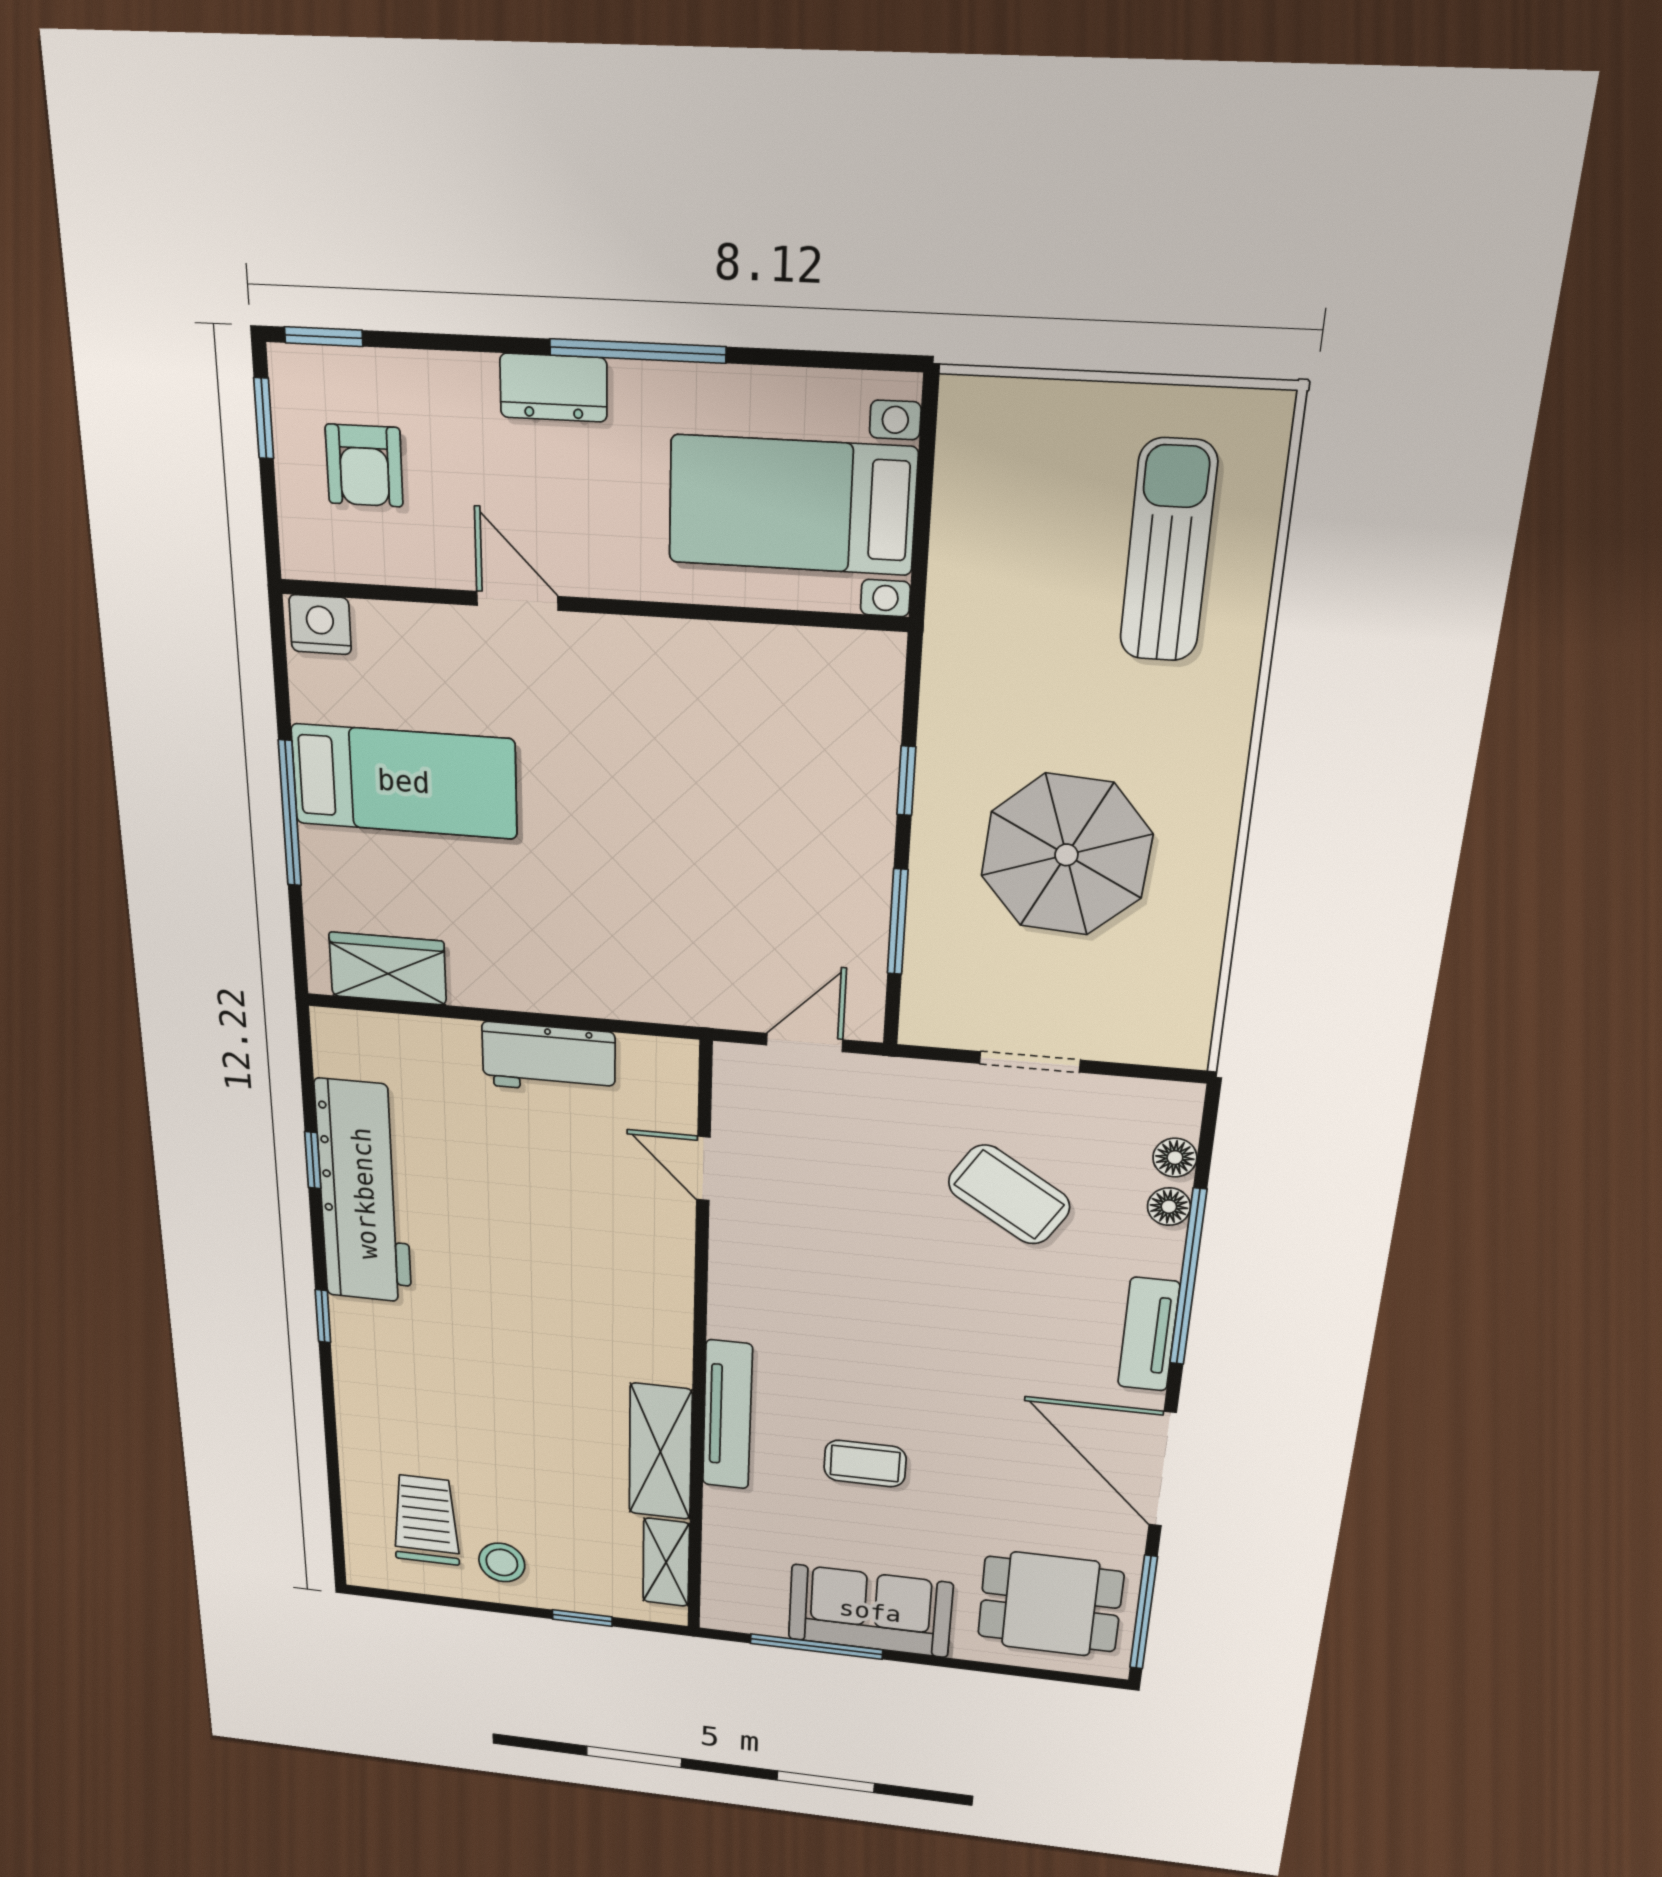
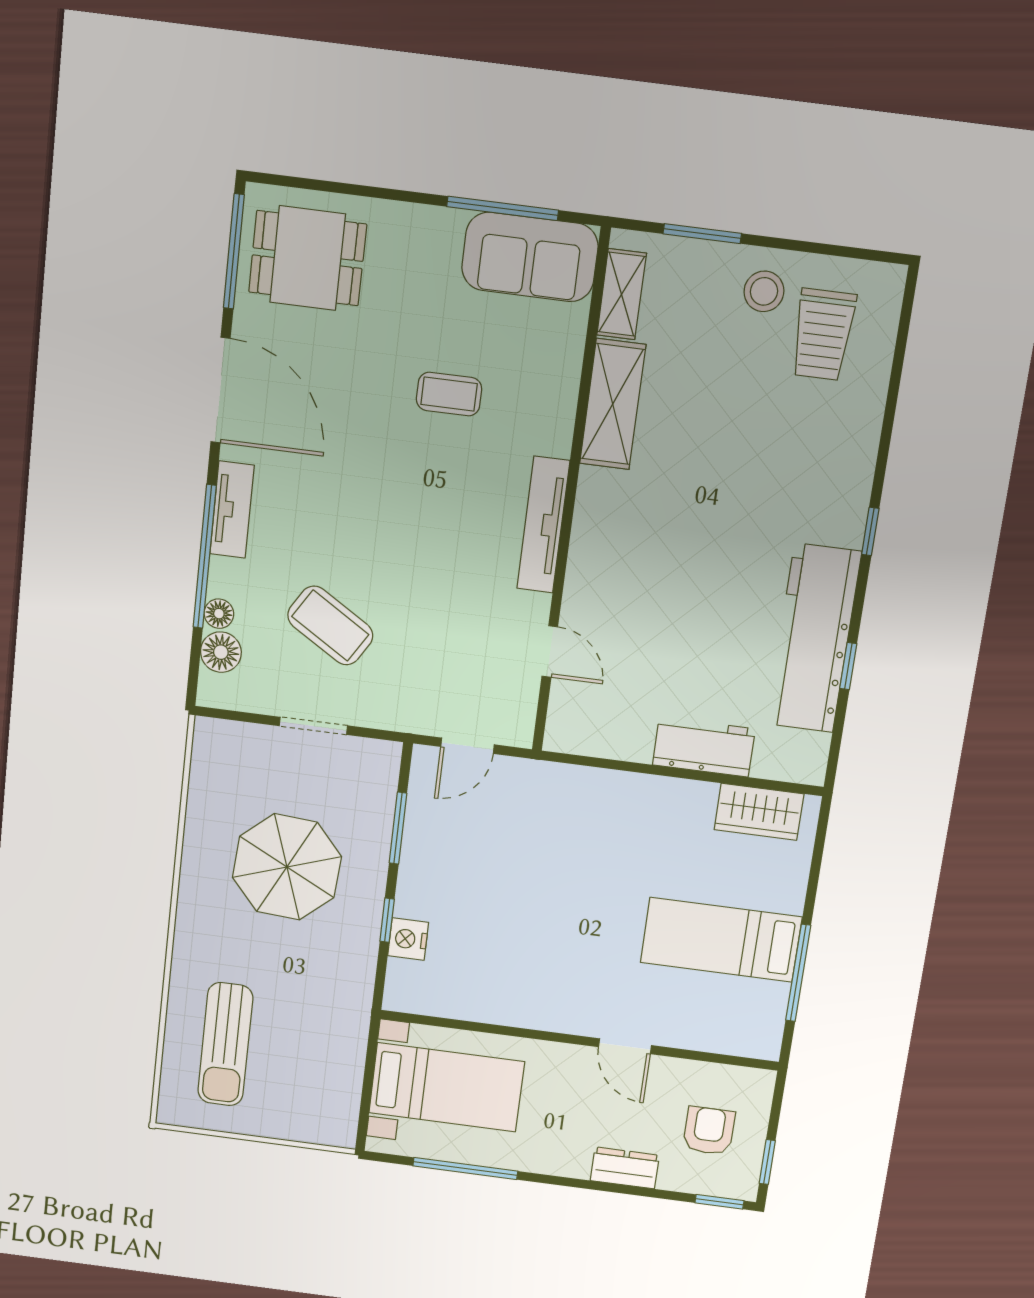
window: (638, 351) -> (465, 1168), moved
dresser: (553, 388) -> (625, 1168), moved
nightstand: (320, 625) -> (408, 939), moved, turned 90
window: (290, 814) -> (798, 973), moved
workbench: (549, 1059) -> (704, 747), moved
floor lamp: (1175, 1158) -> (221, 652), width x1.37, depth x1.37
tv unit: (727, 1415) -> (543, 525), moved
sofa: (870, 1611) -> (530, 257), moved
window: (582, 1618) -> (702, 234), width x1.50

